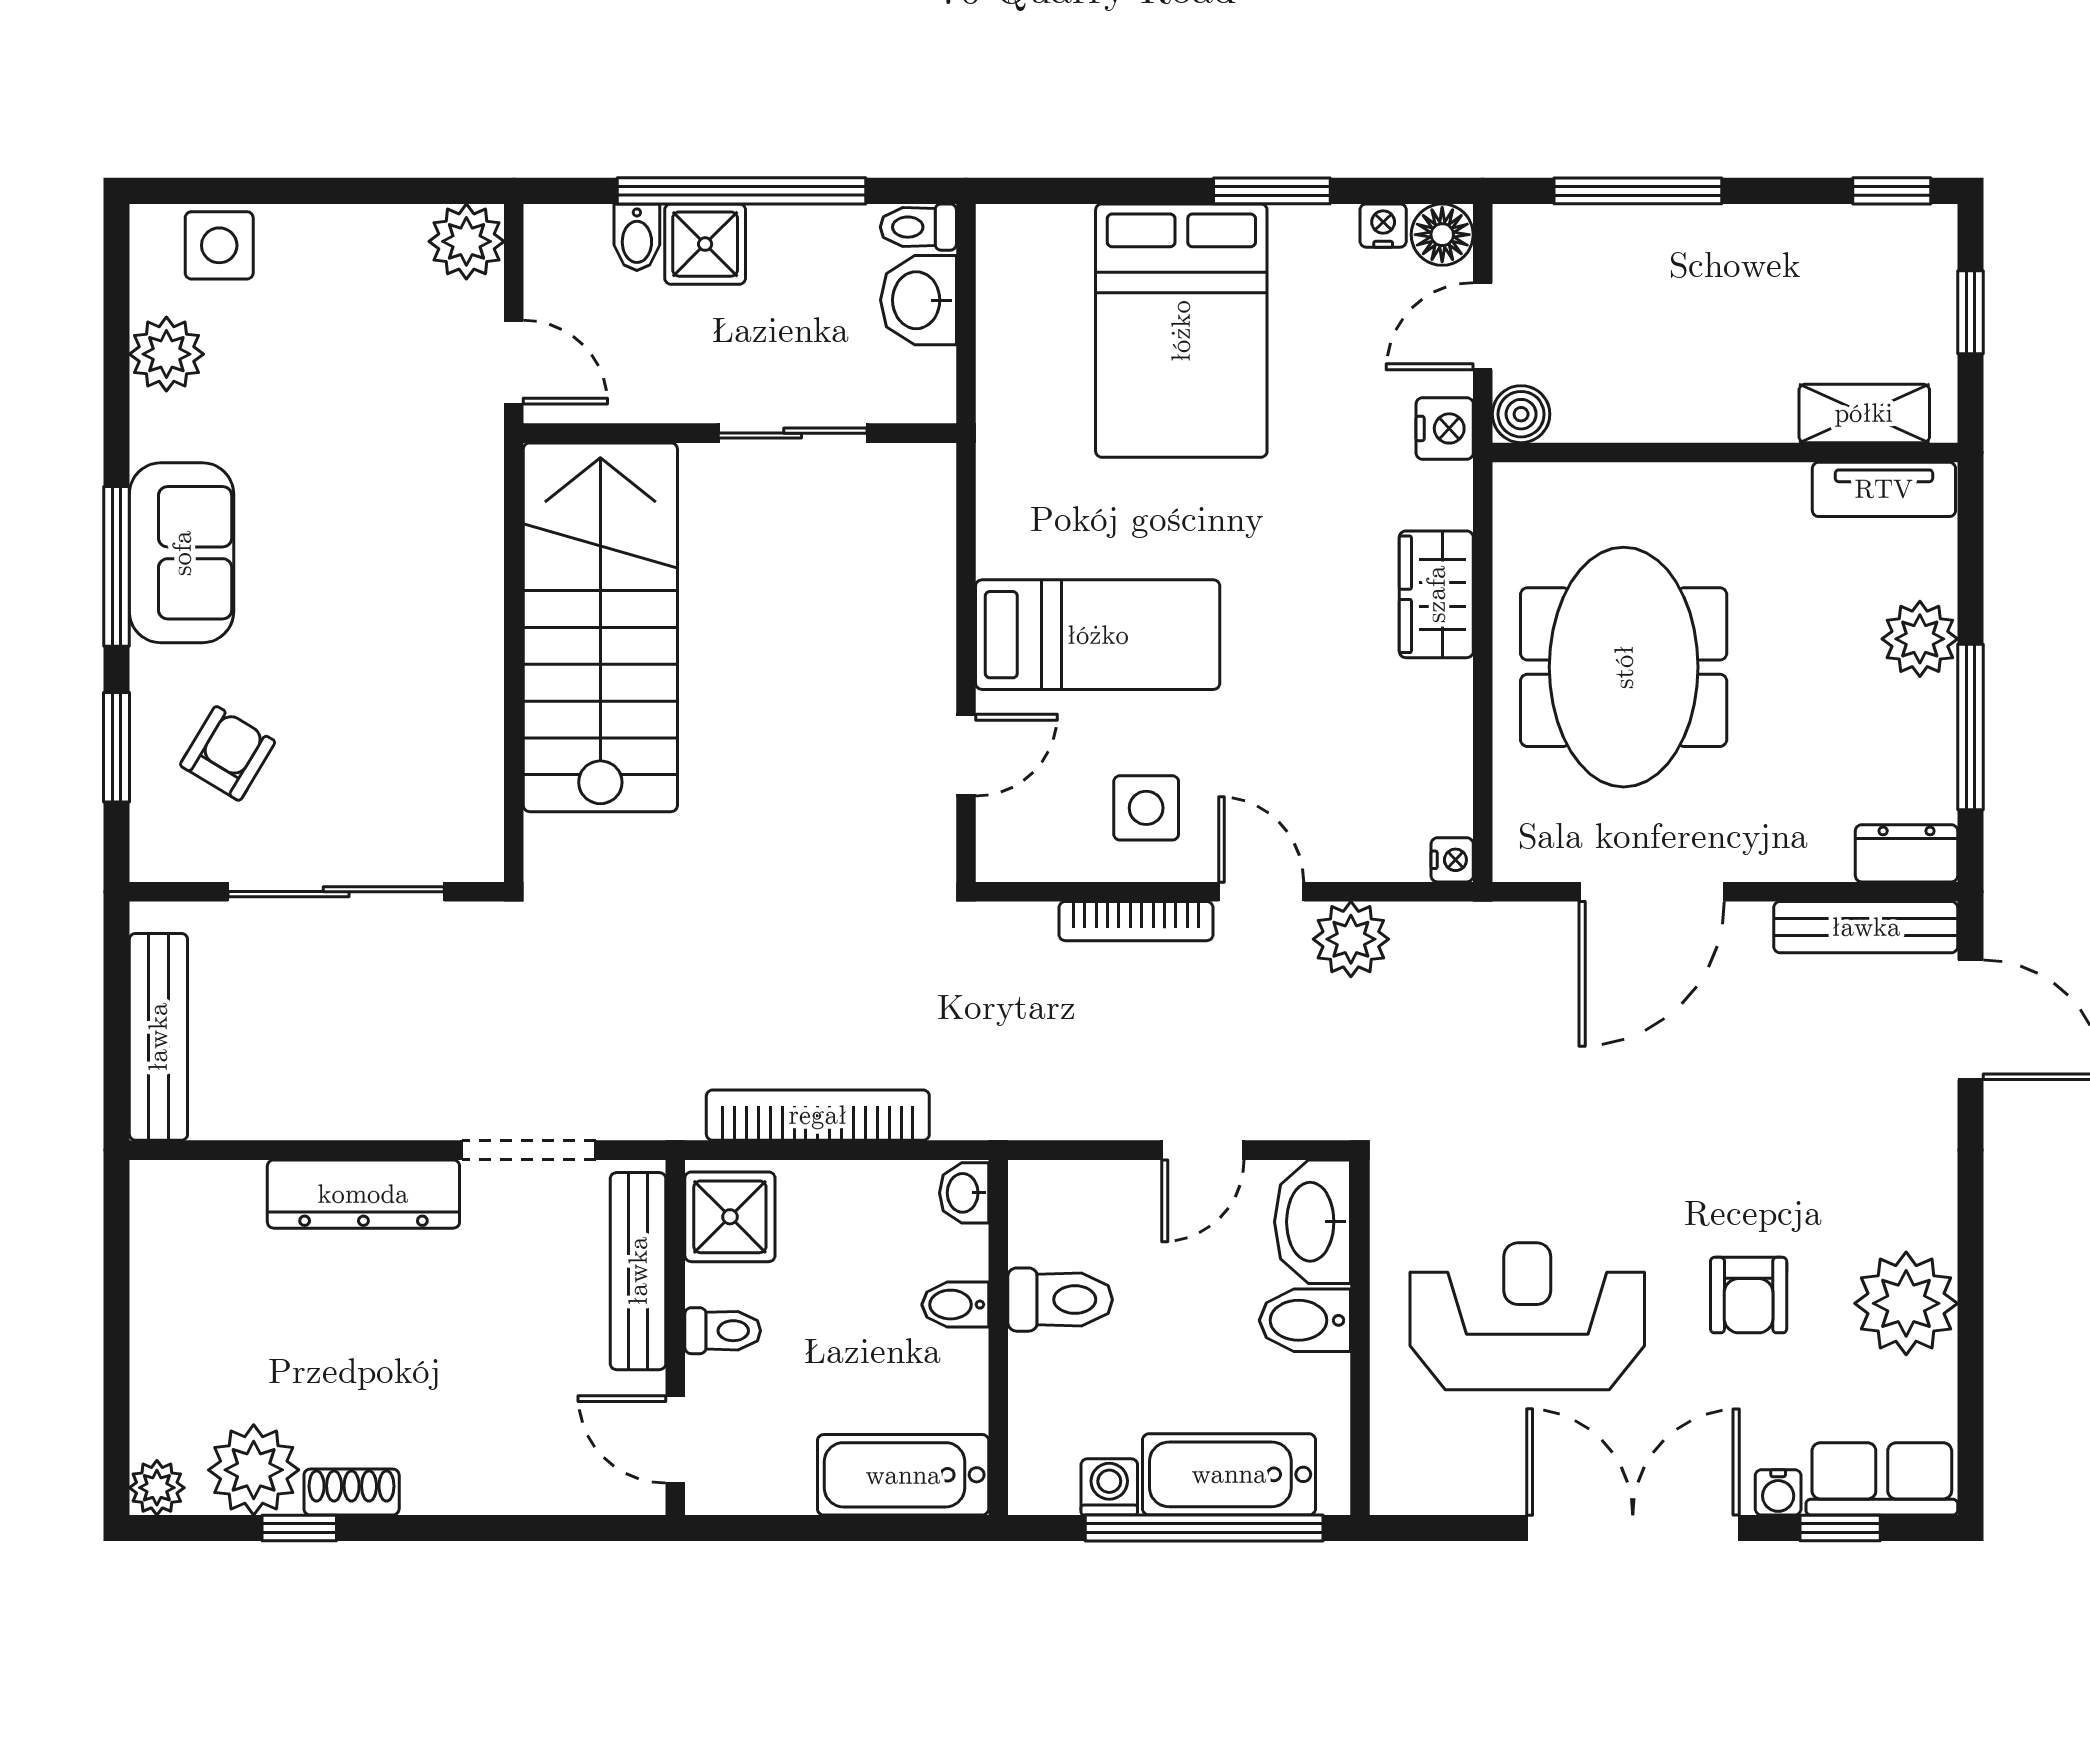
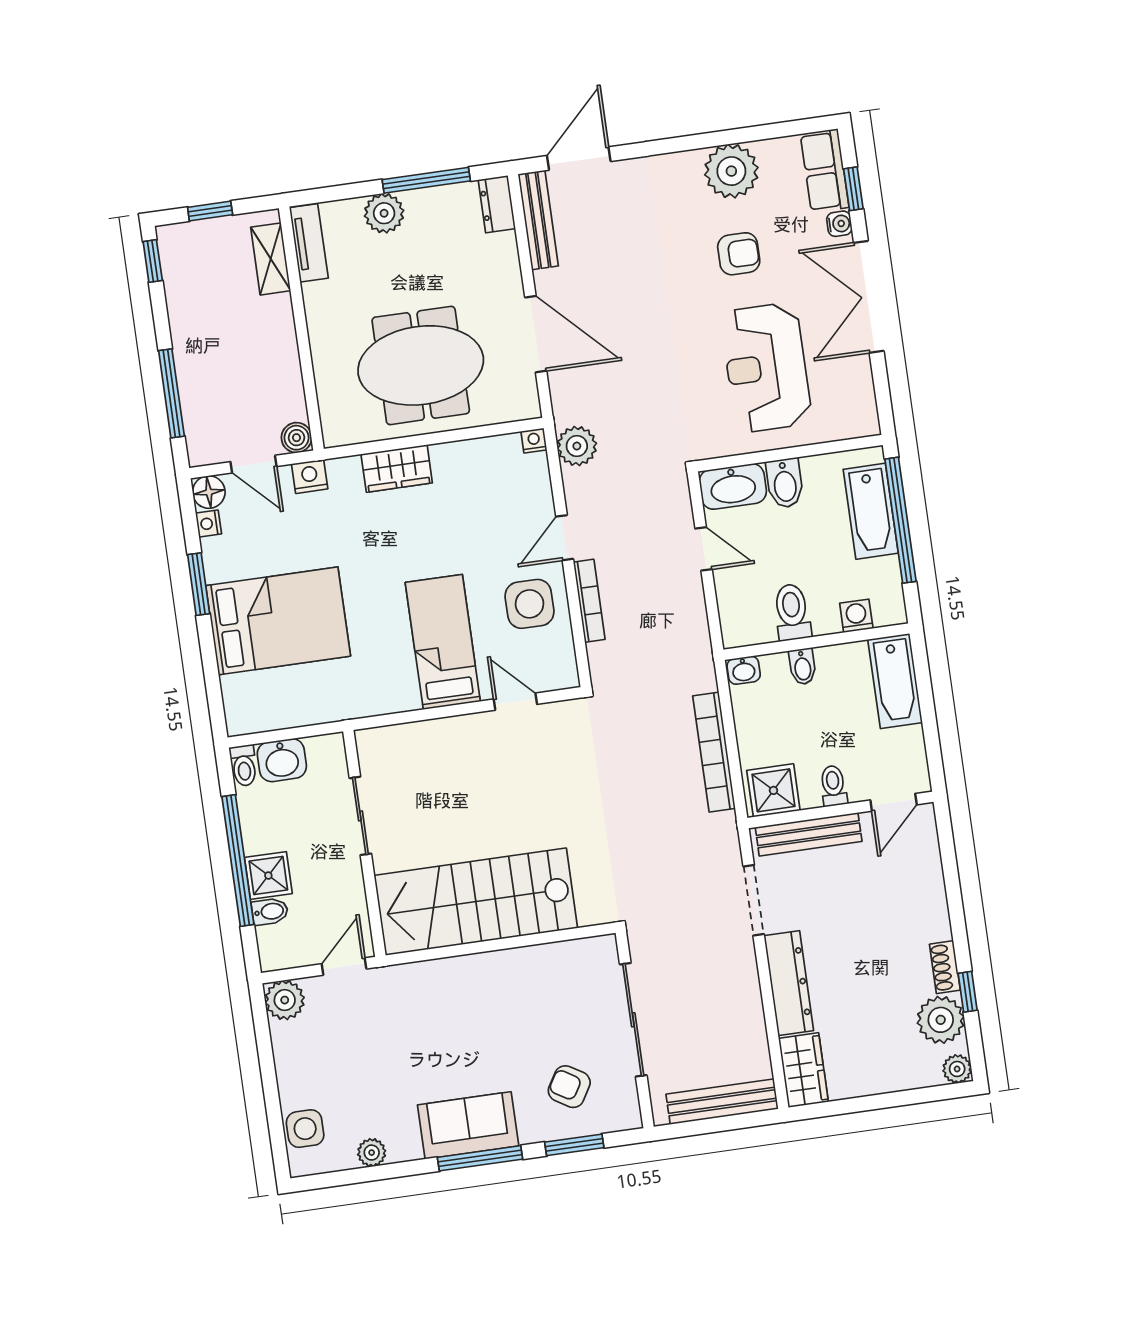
plant: (166, 354) -> (372, 1153), width x0.73, depth x0.73
side table: (1146, 808) -> (529, 604), width x1.37, depth x1.37
plant: (1351, 939) -> (577, 446), moved
wardrobe: (196, 1198) -> (803, 1070), added
washing machine: (1109, 1487) -> (856, 616), moved, turned 90

